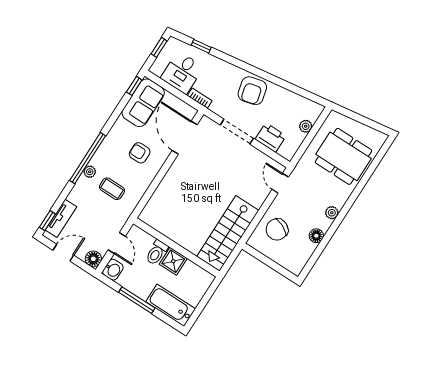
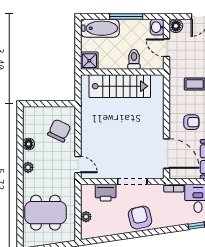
stairs: (228, 233) -> (120, 86), moved, turned 90
shower: (173, 261) -> (89, 61), moved

